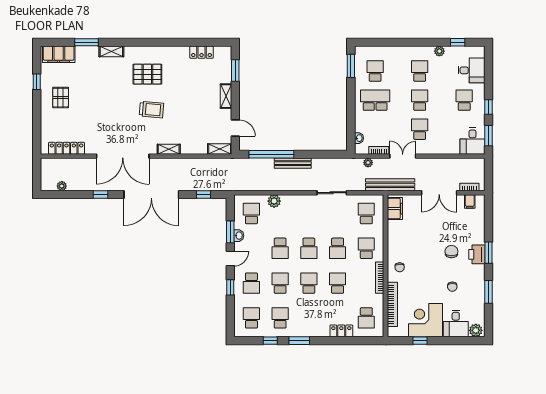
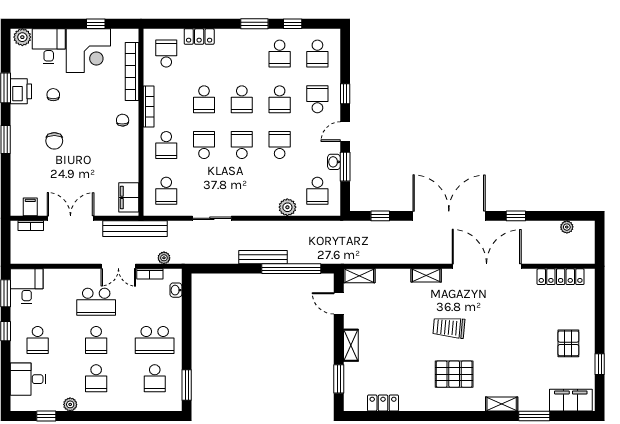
school desk: (420, 129) -> (96, 302), width x1.85
printer: (477, 254) -> (21, 91), moved

